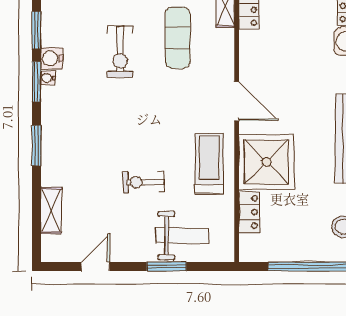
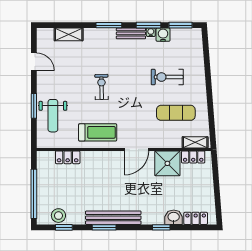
bench: (50, 110) -> (131, 33), added
shower: (267, 162) -> (167, 163), moved, width x0.73, depth x0.73
exercise bike: (143, 182) -> (102, 87), moved

